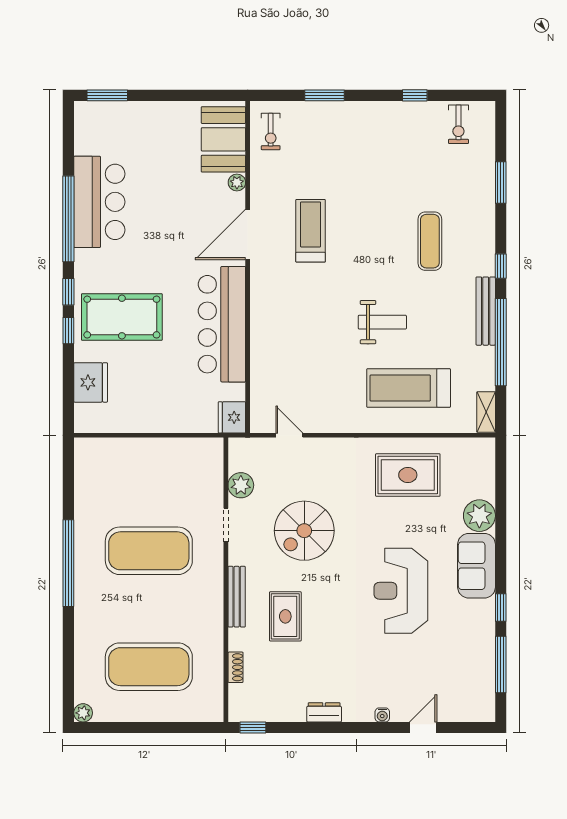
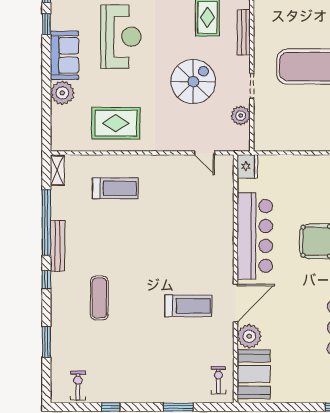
plant: (237, 183) -> (249, 336), width x1.88, depth x1.88
treadmill: (311, 231) -> (189, 306), turned -90
weight bench: (382, 322) -> (135, 238), removed
treadmill: (409, 388) -> (115, 188), width x0.73, depth x0.73

